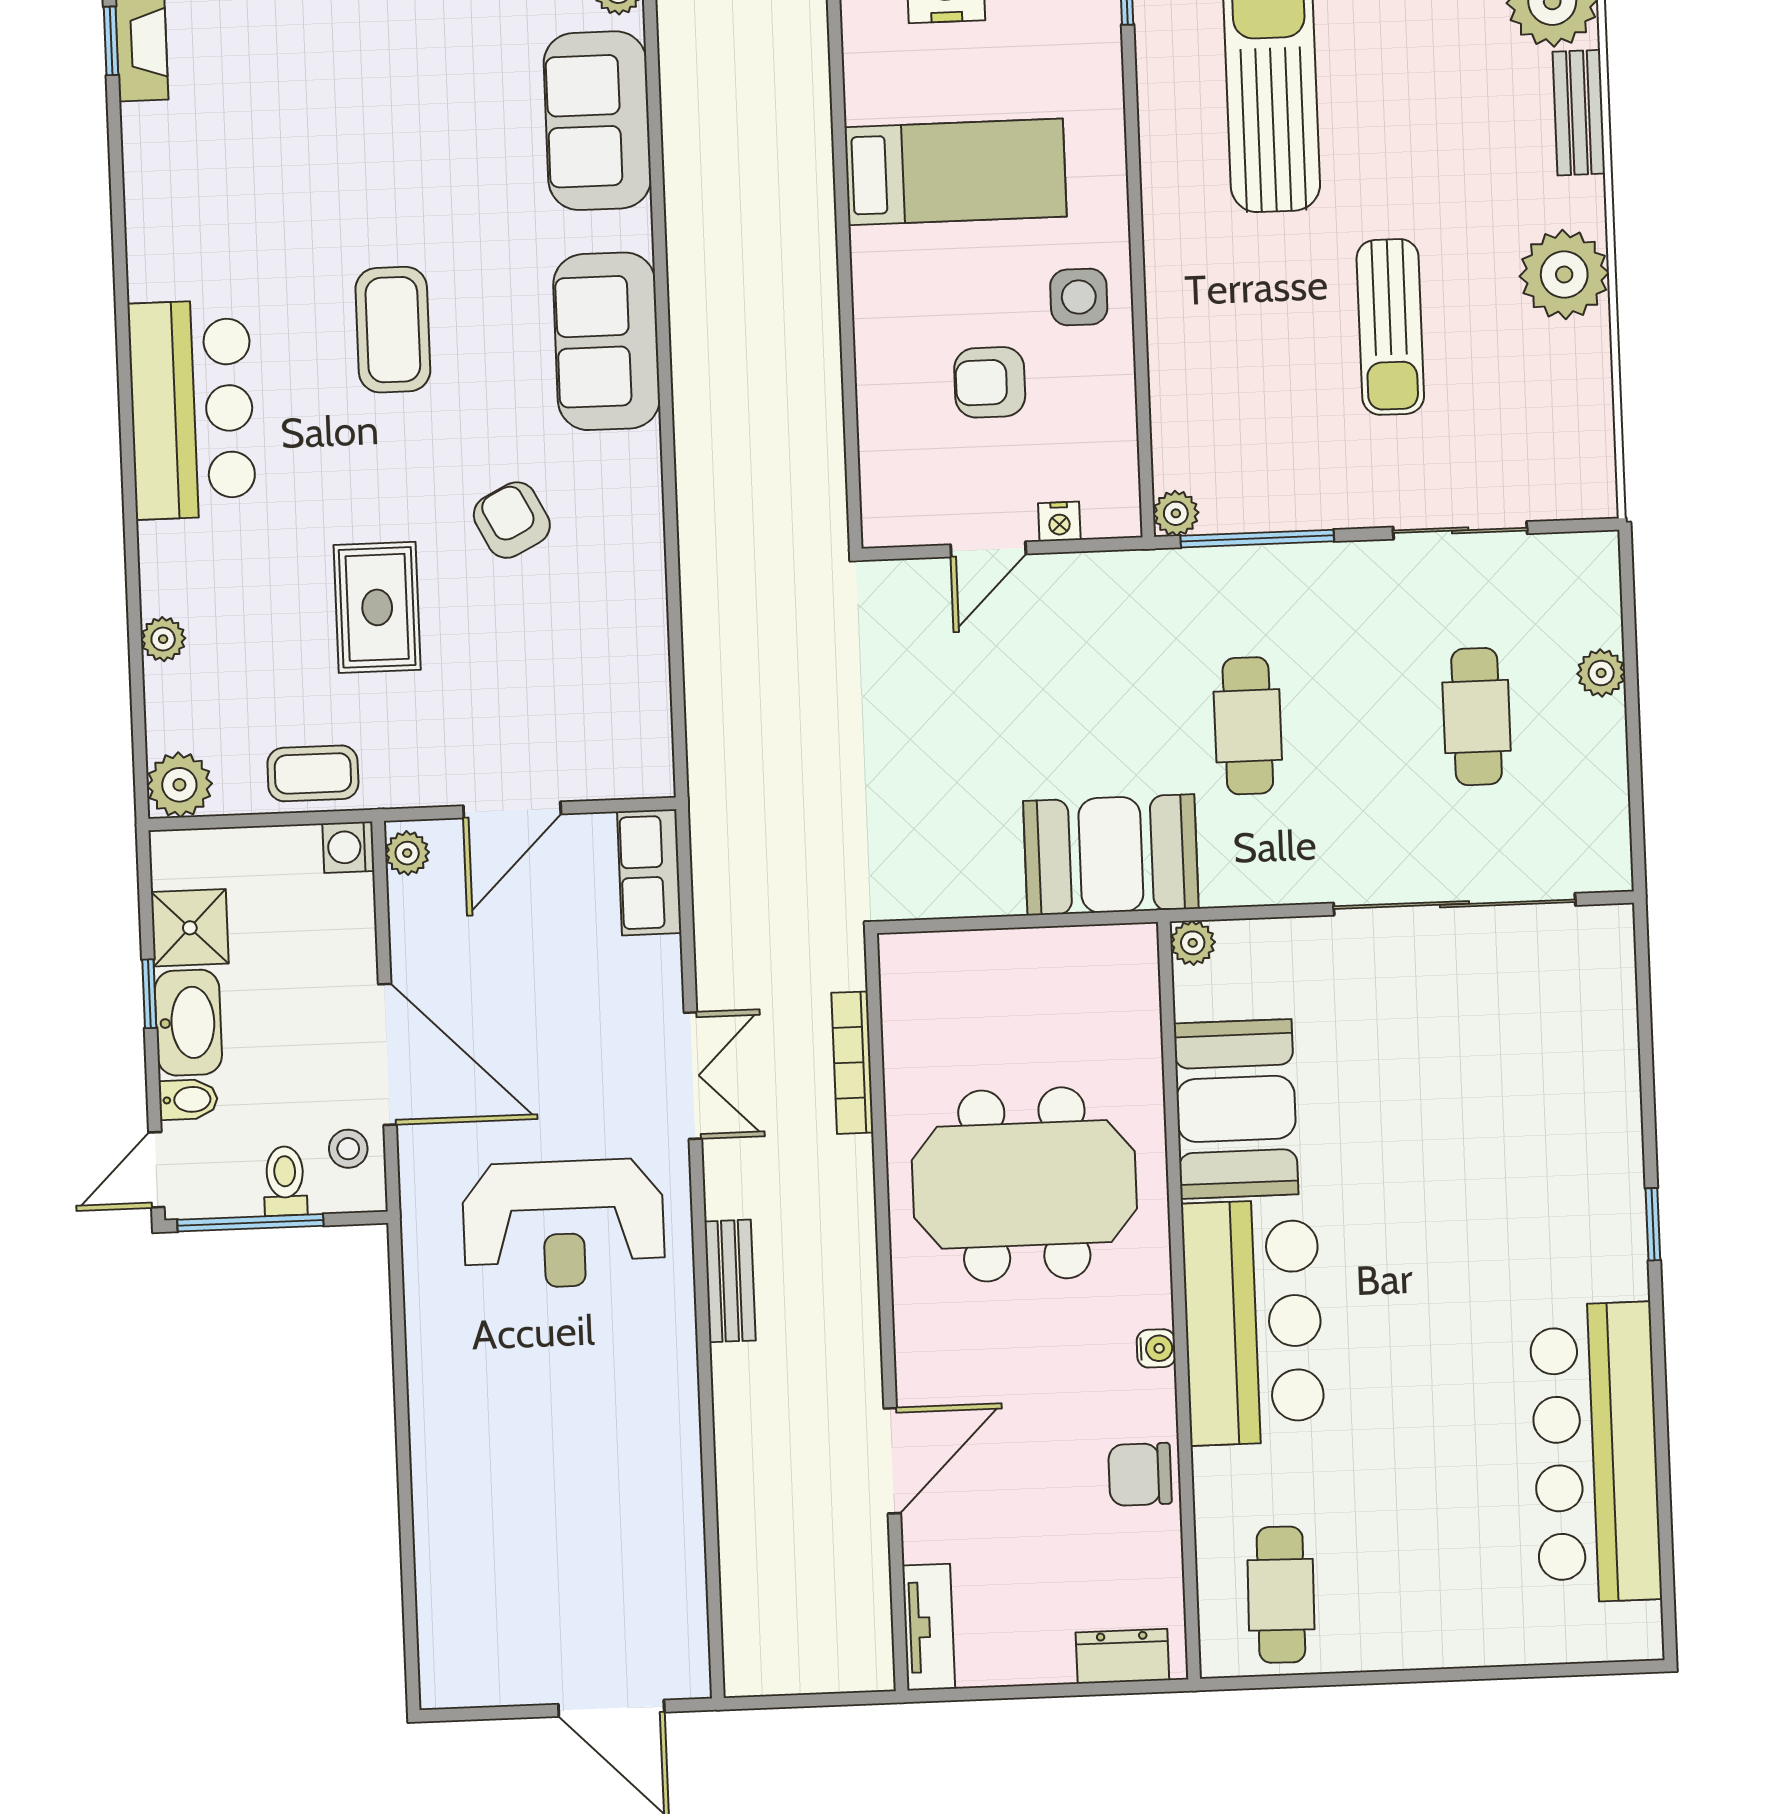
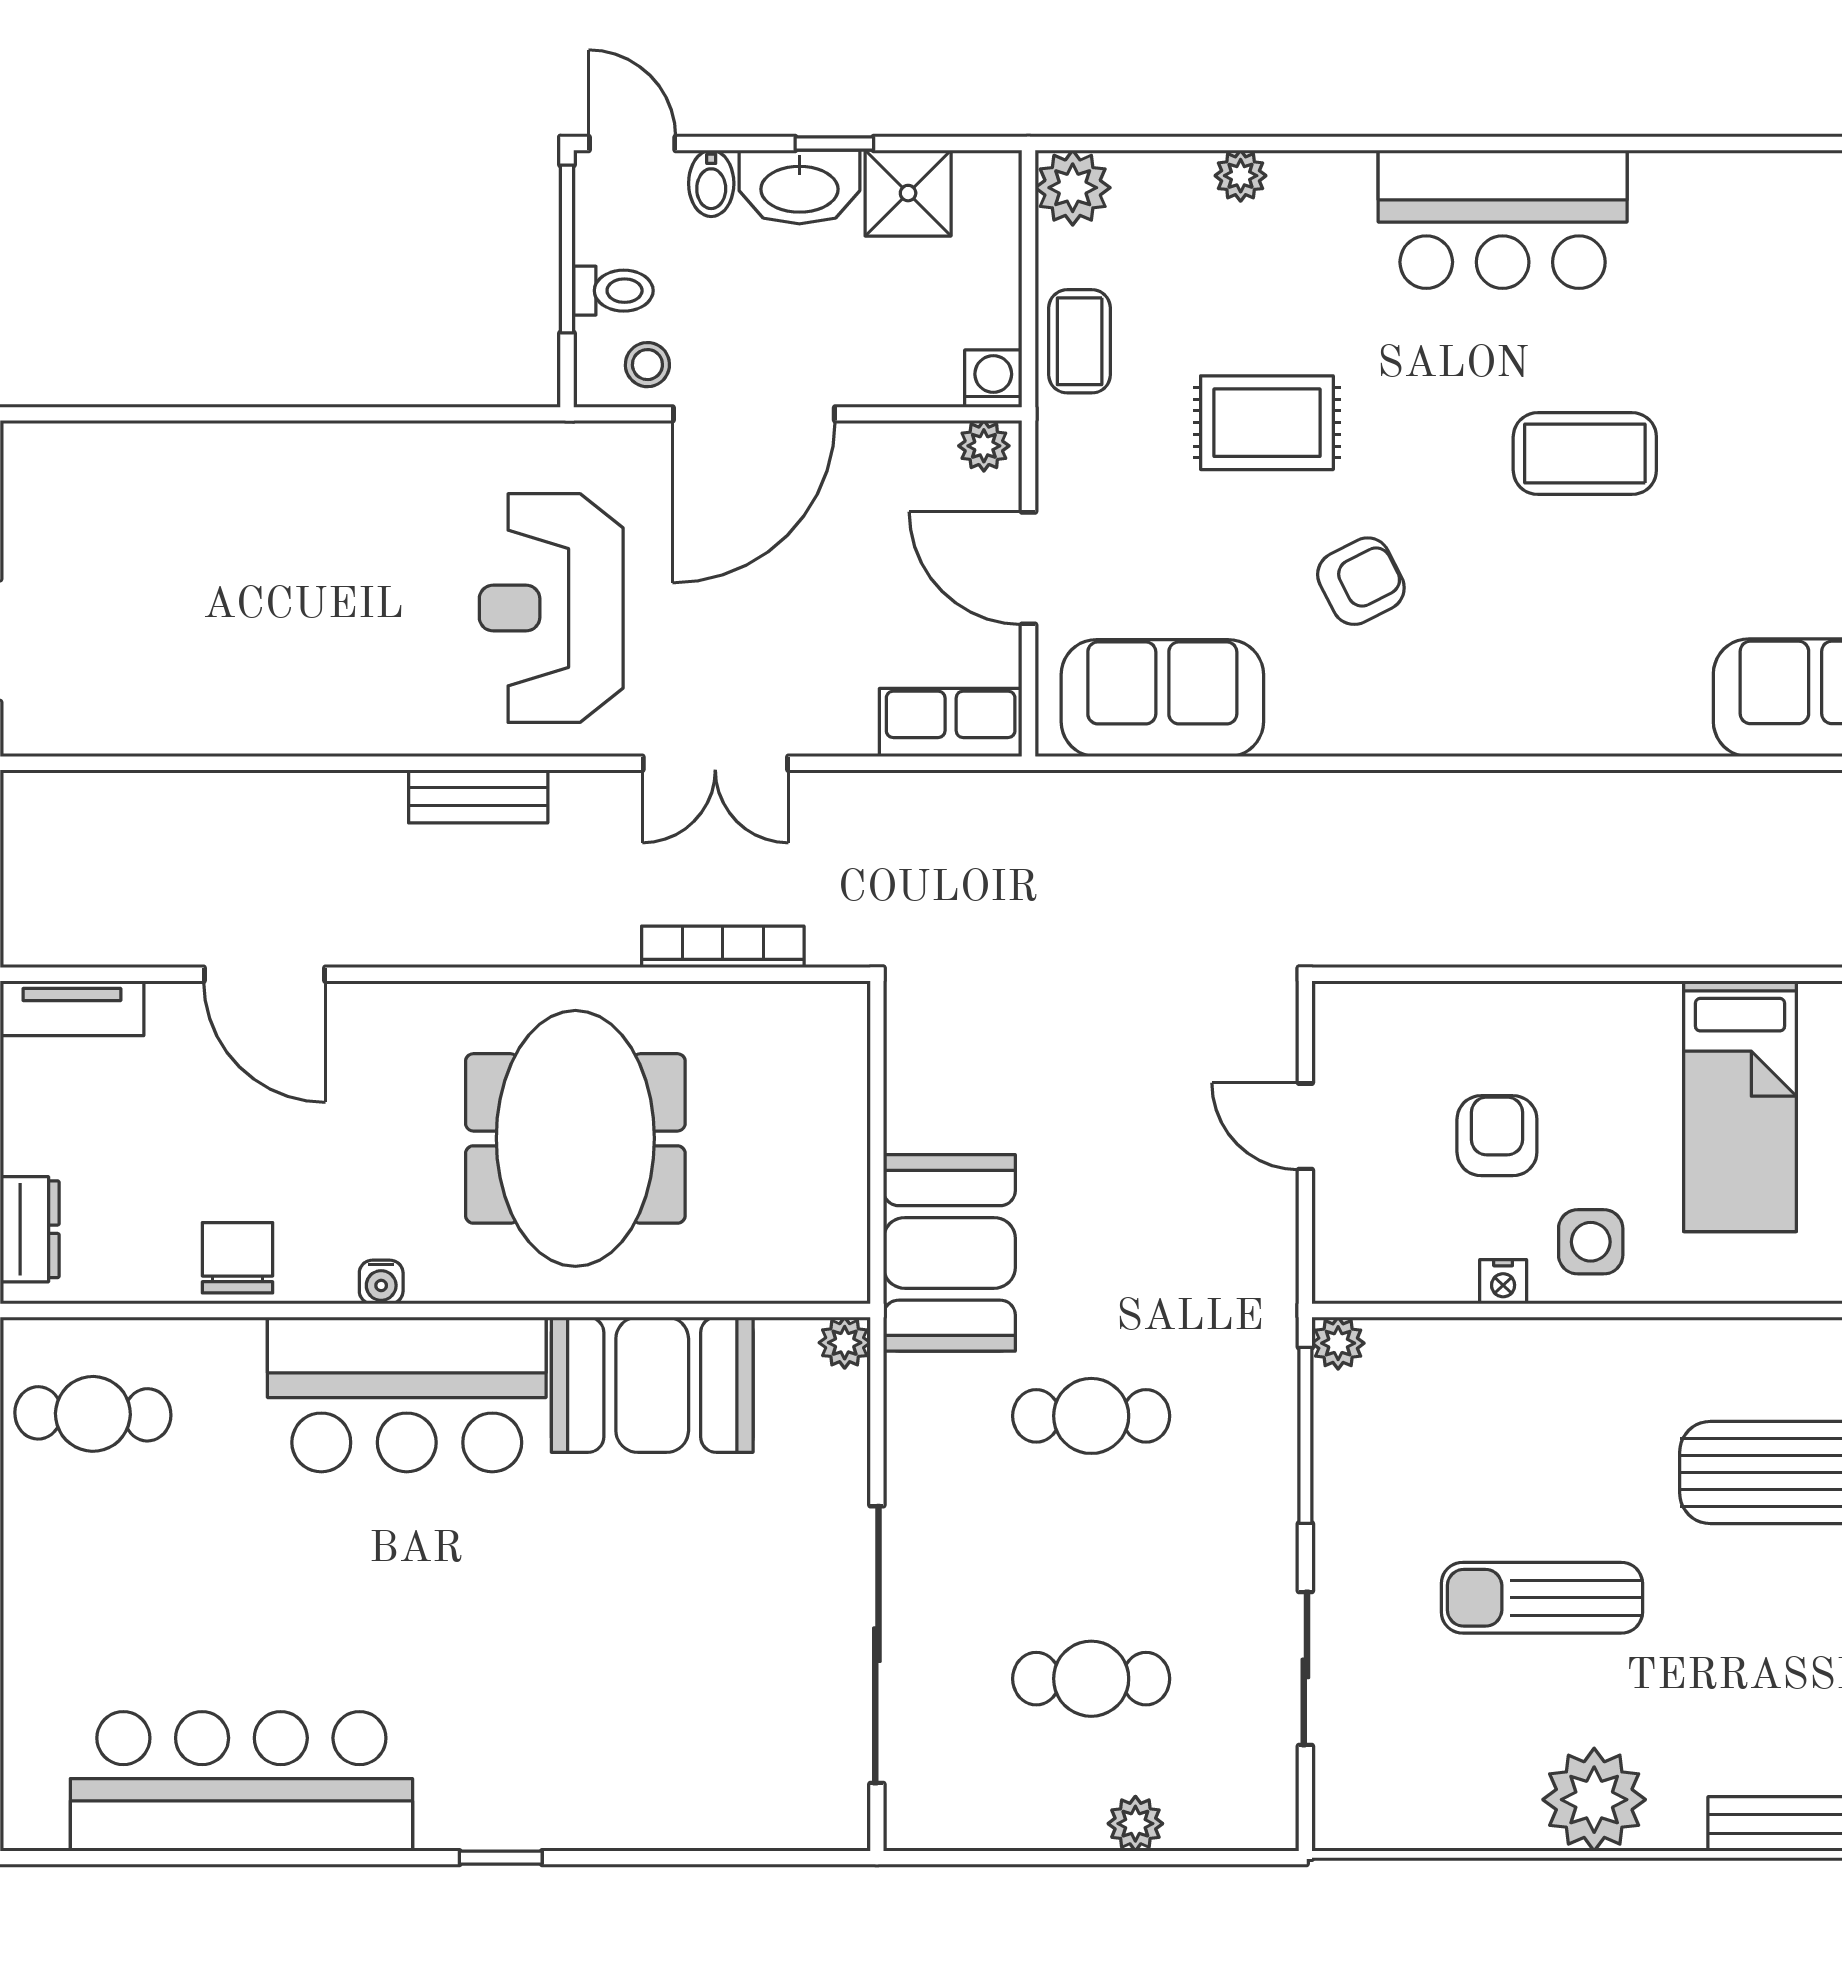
sofa: (607, 341) -> (1162, 698), moved
nightstand: (1059, 521) -> (1503, 1282), moved, turned -90

